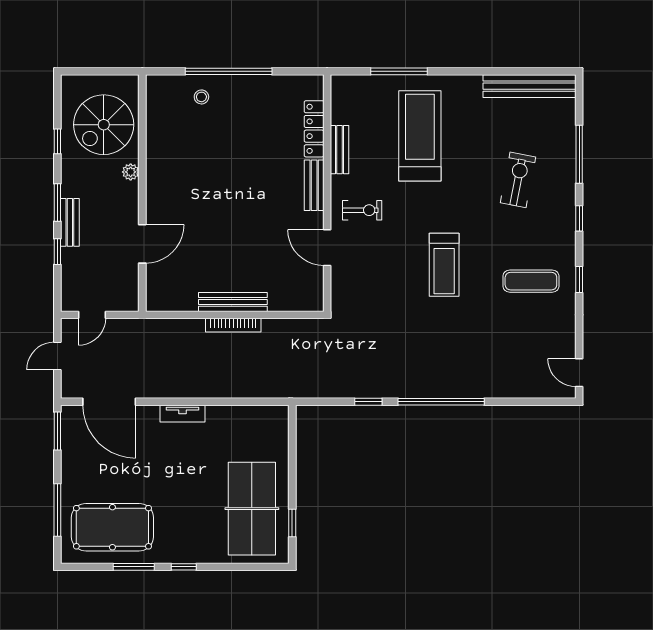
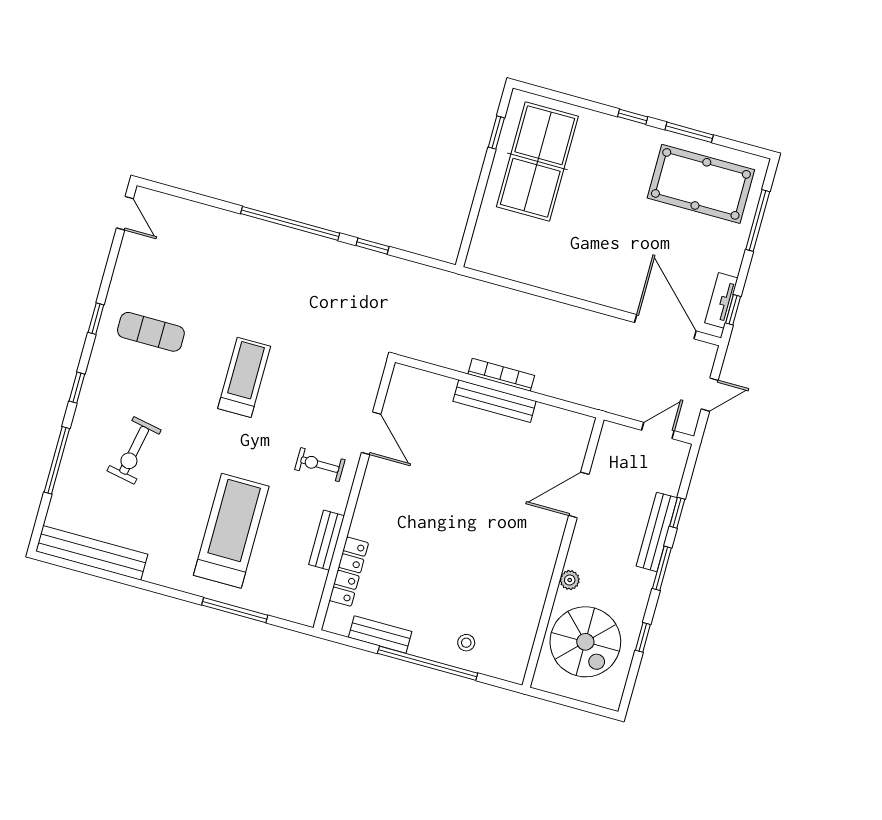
spiral stairs: (104, 125) -> (585, 642), turned 90
treadmill: (420, 136) -> (231, 531), turned 180
bench: (314, 185) -> (380, 634), moved, turned 90
bench: (70, 222) -> (657, 532), width x1.36
tv unit: (183, 414) -> (721, 300), moved, turned -90
window: (57, 431) -> (733, 310), width x0.67

